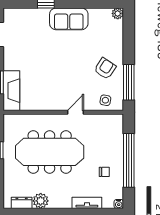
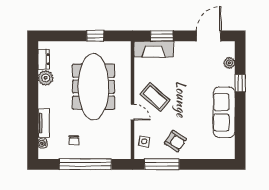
plant: (118, 13) -> (229, 63), moved
sofa: (69, 19) -> (224, 112), width x1.36
coffee table: (60, 89) -> (155, 97), added
water cooler: (119, 204) -> (43, 143), moved

